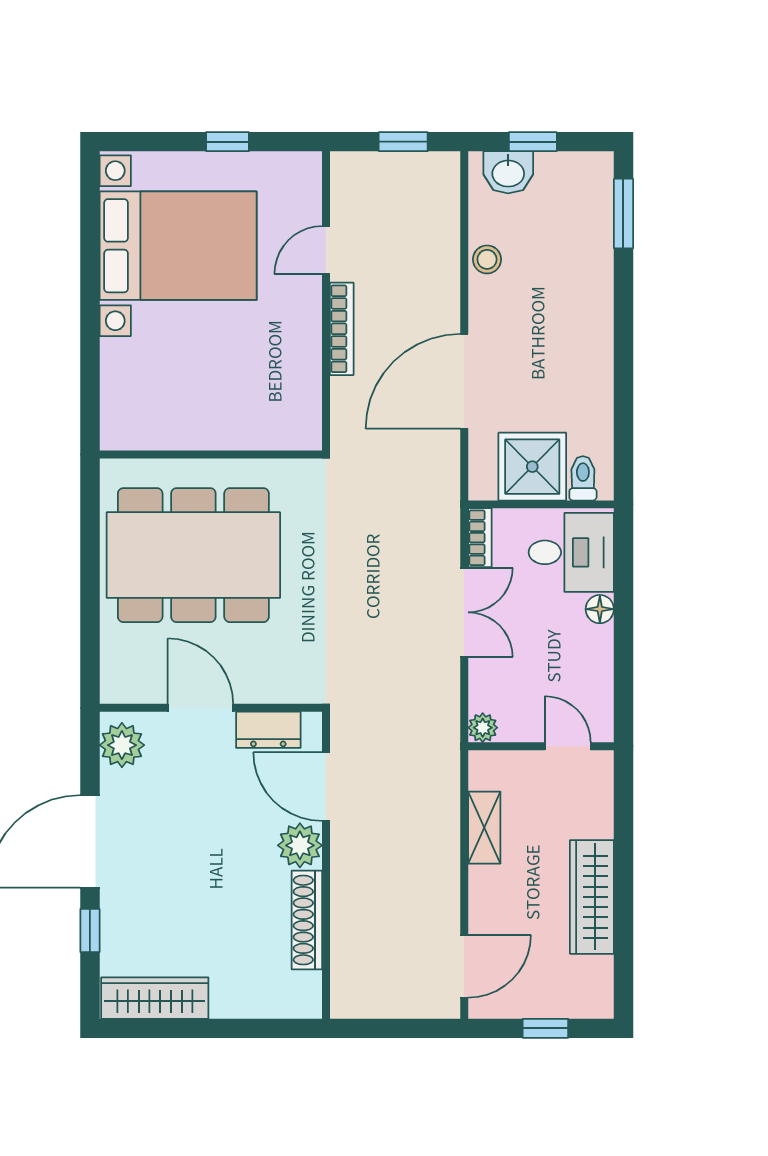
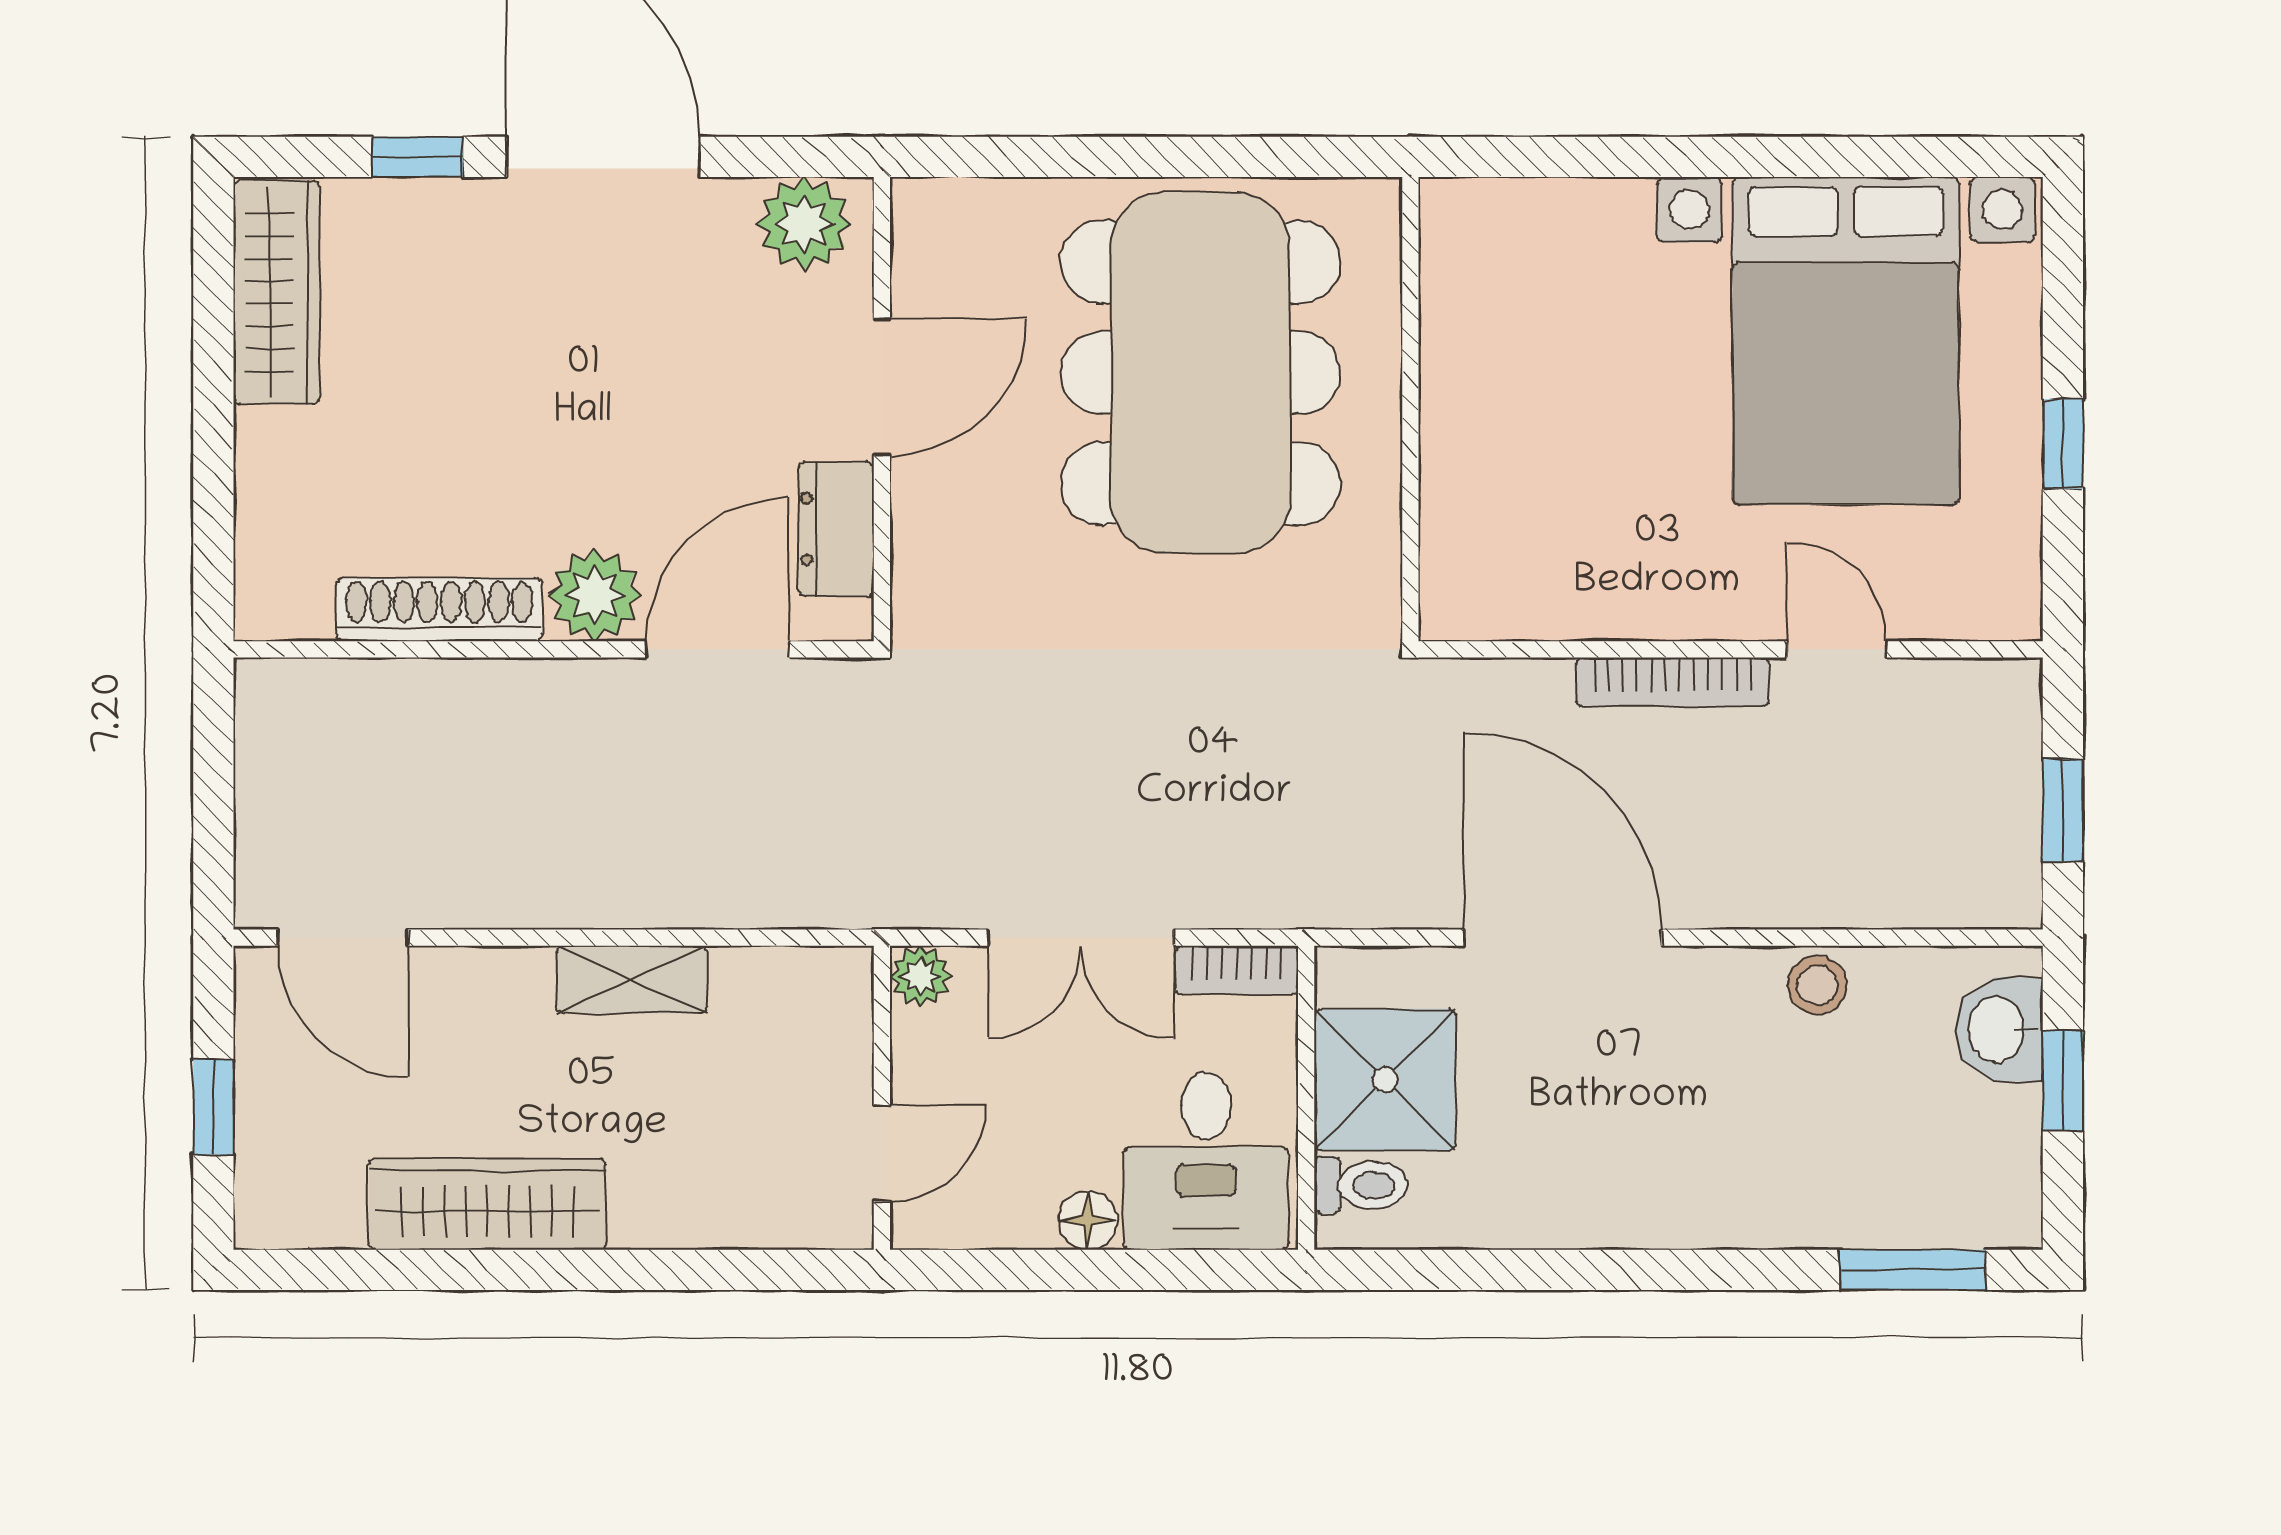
plant: (483, 728) -> (921, 976), moved
wall: (541, 746) -> (882, 1098), moved
door: (568, 746) -> (882, 1153), moved

